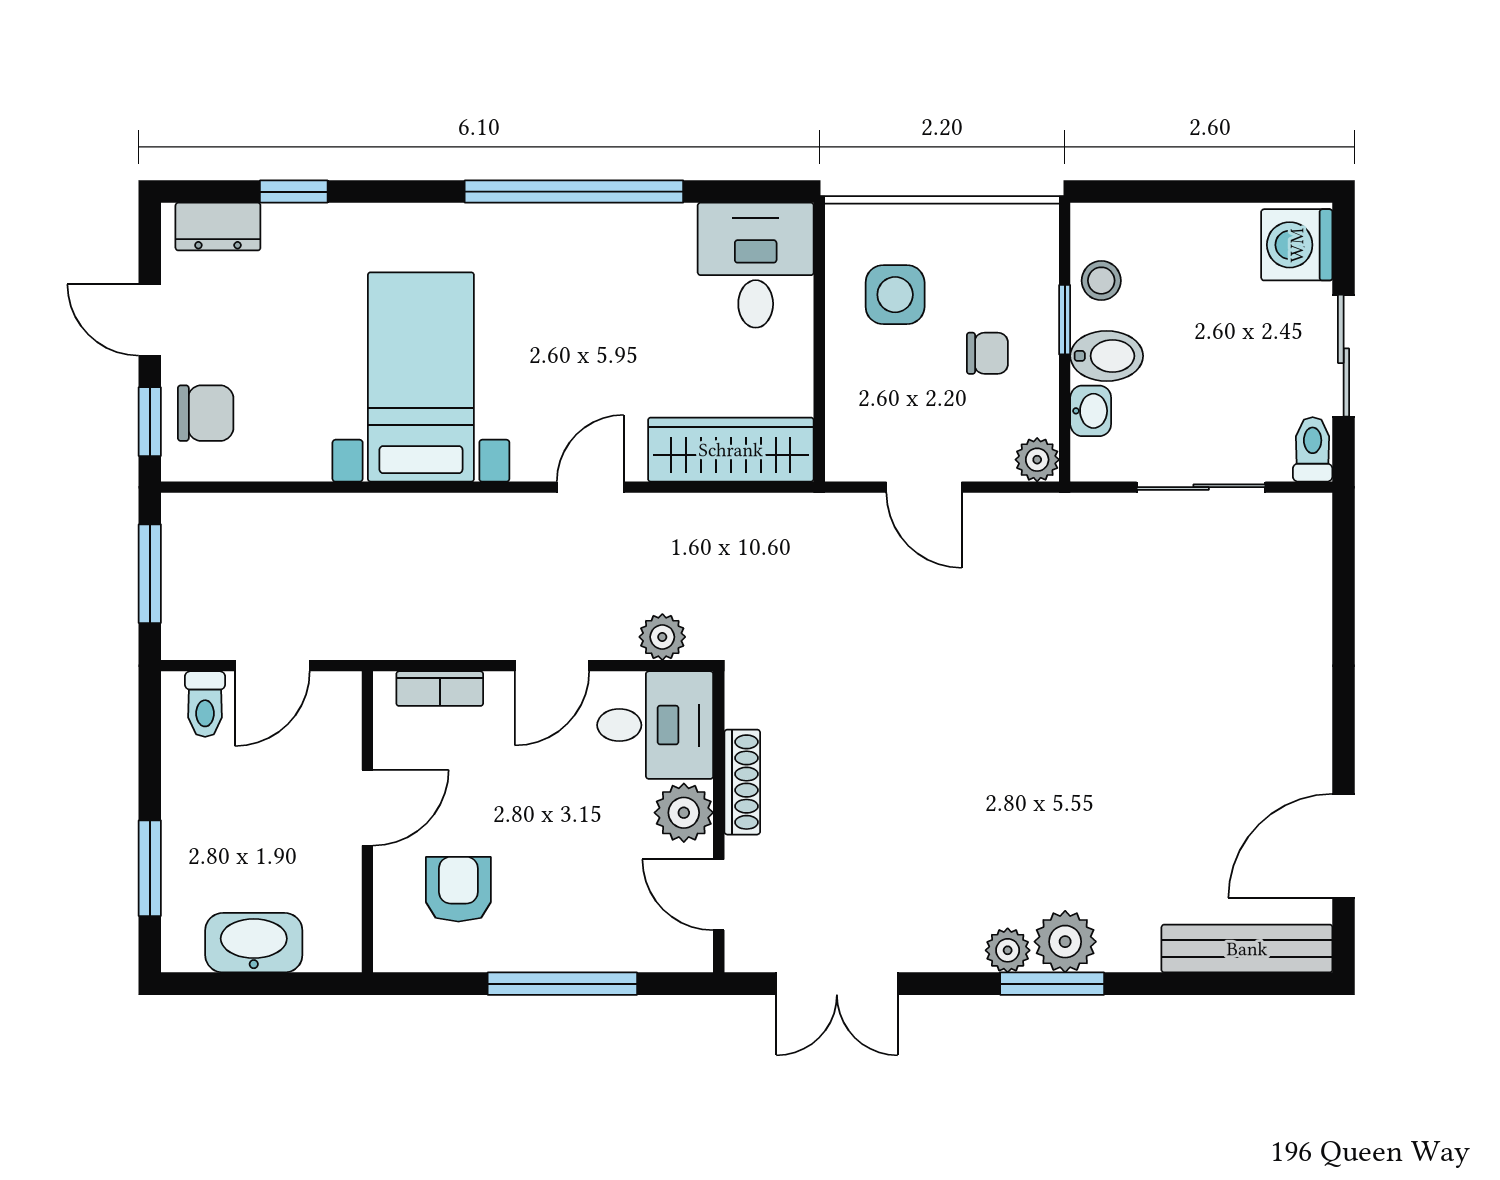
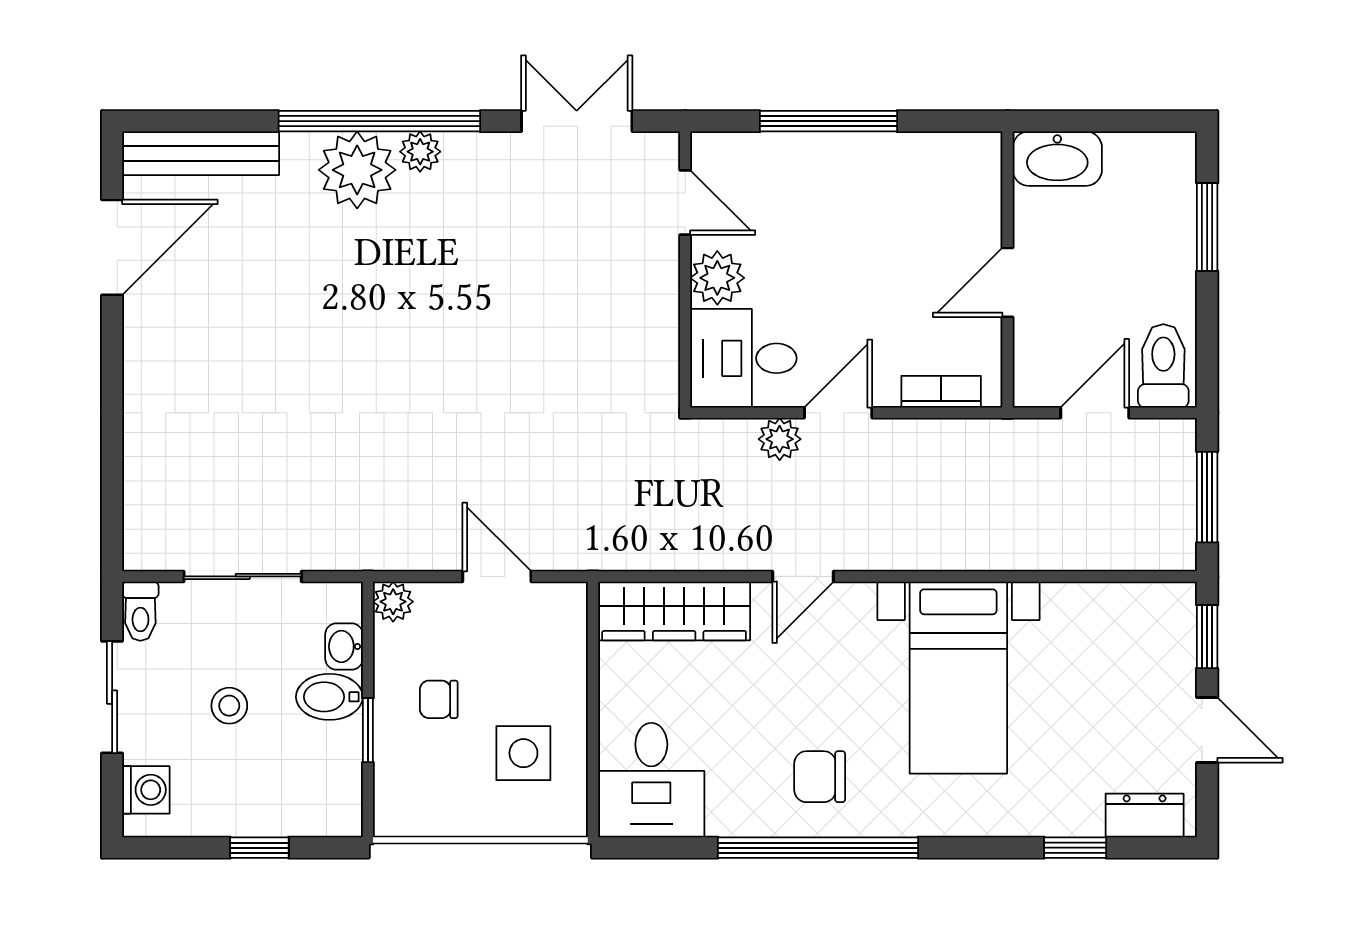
window: (1183, 192) -> (259, 848), added
washing machine: (1297, 245) -> (146, 790), width x0.73, depth x0.73
stool: (1101, 281) -> (229, 706), moved
chair: (206, 413) -> (820, 777), moved
plant: (662, 637) -> (780, 439), moved
toilet: (205, 704) -> (1163, 366), width x1.37, depth x1.39
shoe rack: (742, 782) -> (664, 306), removed
armchair: (458, 889) -> (924, 208), removed
plant: (1065, 942) -> (357, 170), width x1.36, depth x1.36
washbasin: (254, 943) -> (1057, 159), moved
window: (1052, 984) -> (379, 121), width x2.11

